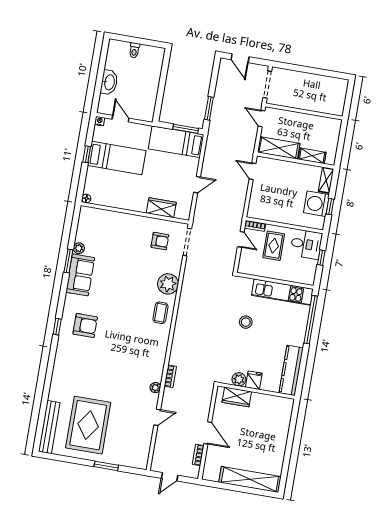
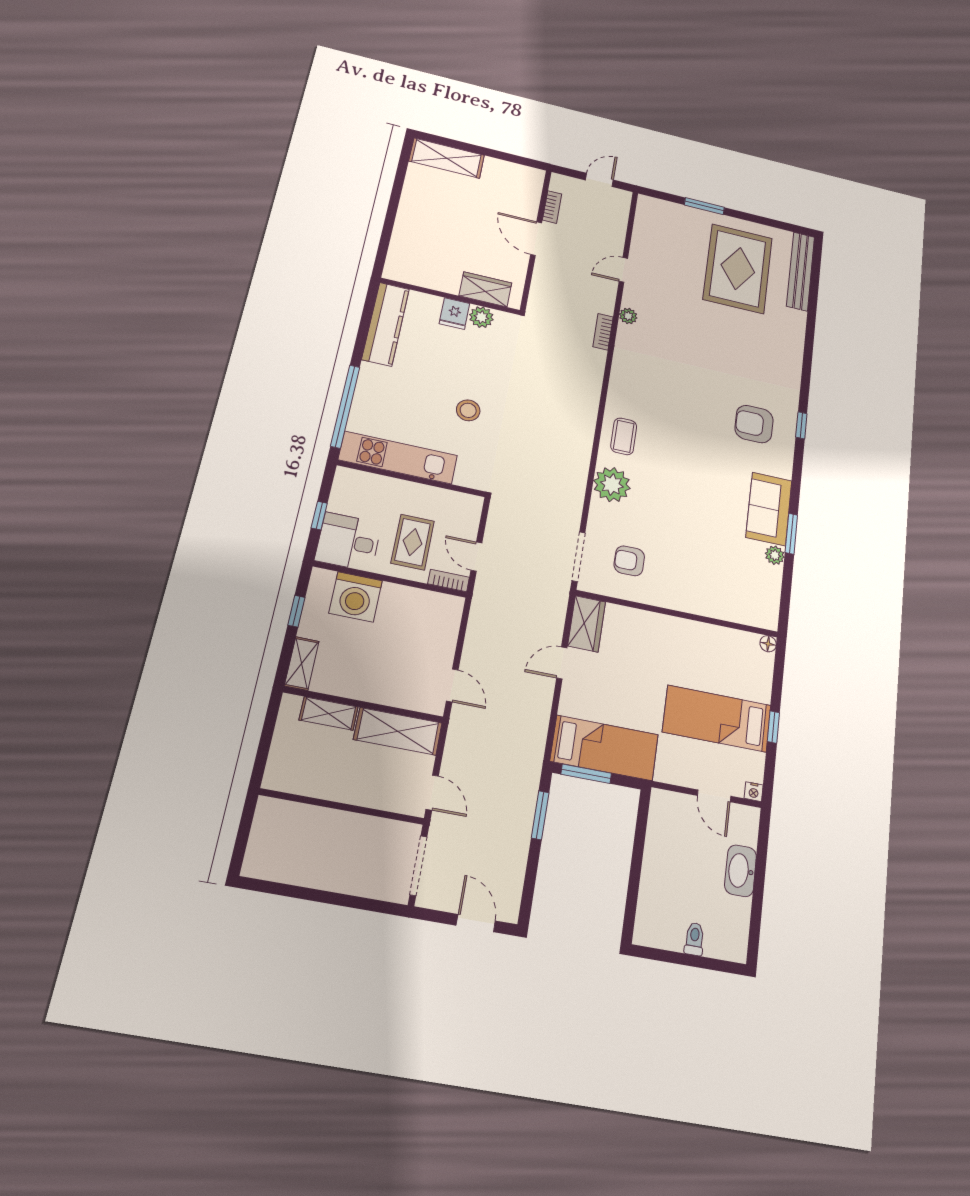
washing machine: (316, 204) -> (356, 597), moved, turned 90
wardrobe: (161, 208) -> (587, 624), moved, turned -90
shelving: (250, 479) -> (447, 158), width x0.68

